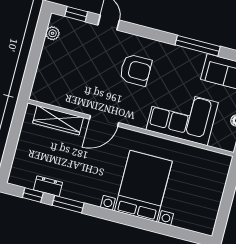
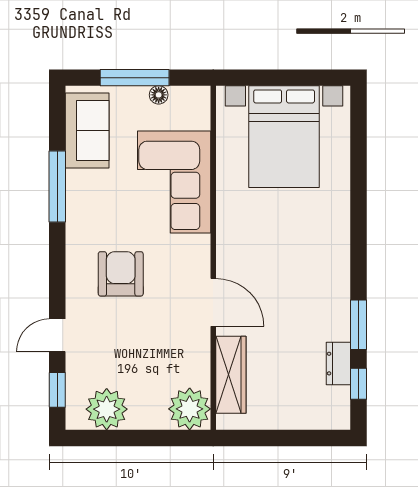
plant: (53, 33) -> (107, 409), width x1.88, depth x1.88
plant: (44, 90) -> (190, 409), added
bed with nightstands: (143, 186) -> (284, 137), moved, turned -90

